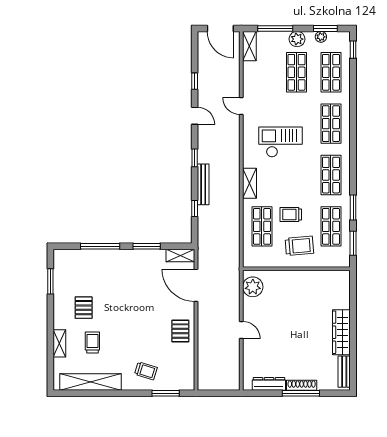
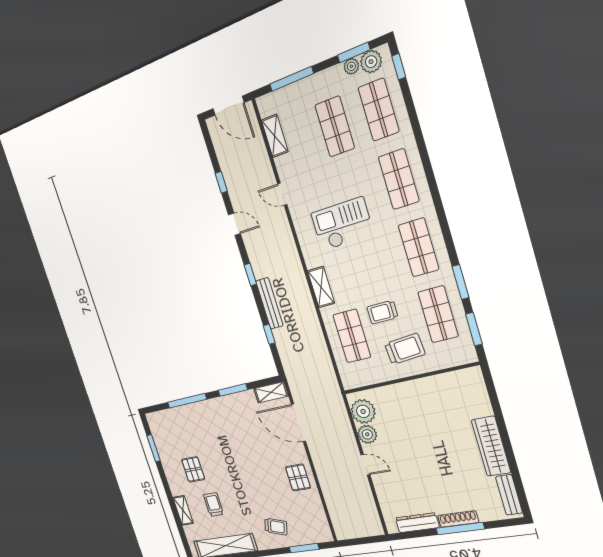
plant: (297, 39) -> (371, 62), moved
shelving: (249, 46) -> (275, 136), moved
plant: (250, 306) -> (367, 434), added

